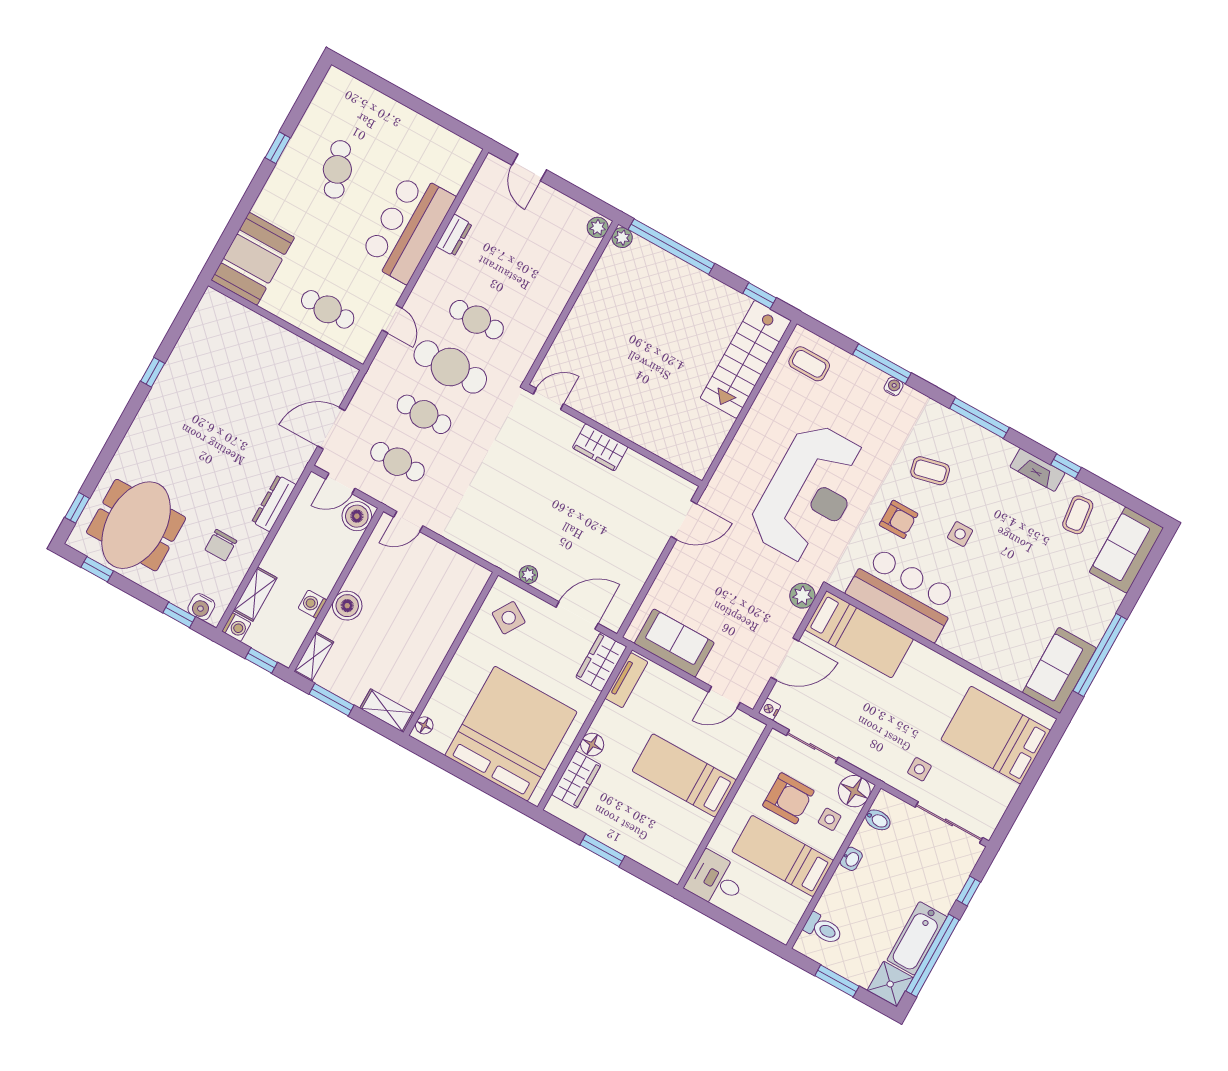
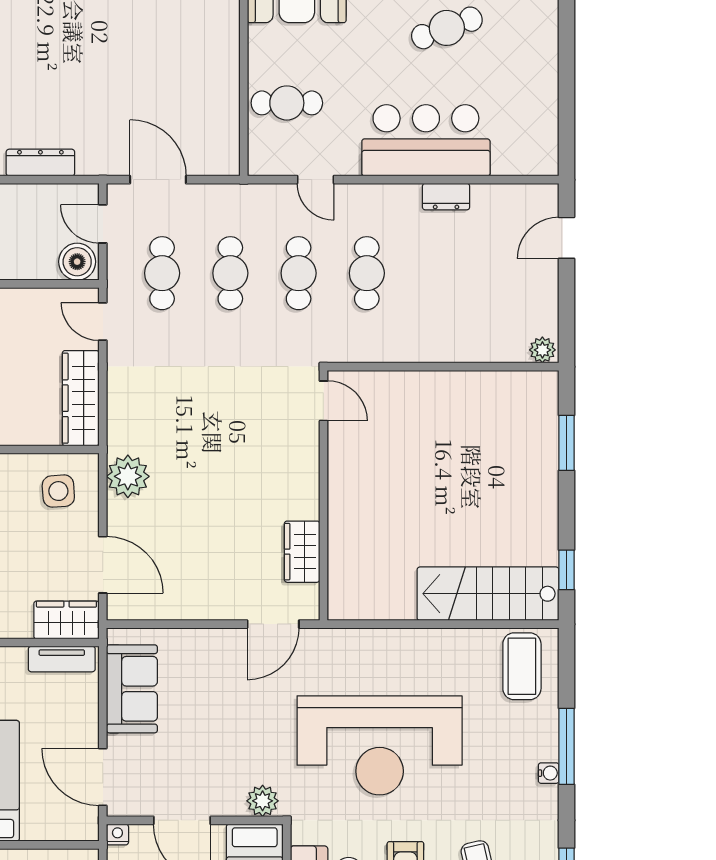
plant: (622, 238) -> (546, 383), removed
window: (671, 247) -> (567, 443), width x0.47
cafe table: (328, 309) -> (287, 103), turned 90
door: (392, 319) -> (316, 180), hinge flipped
coffee table: (809, 364) -> (522, 666), width x1.36, depth x1.30
cafe table: (450, 367) -> (299, 273), width x0.73, depth x0.74
wardrobe: (600, 447) -> (302, 552), moved
door: (684, 520) -> (273, 624), hinge flipped
wardrobe: (453, 566) -> (81, 398), added
plant: (528, 575) -> (128, 476), width x1.87, depth x1.87
side table: (509, 618) -> (58, 491), turned -36
door: (724, 697) -> (103, 777), width x1.37

